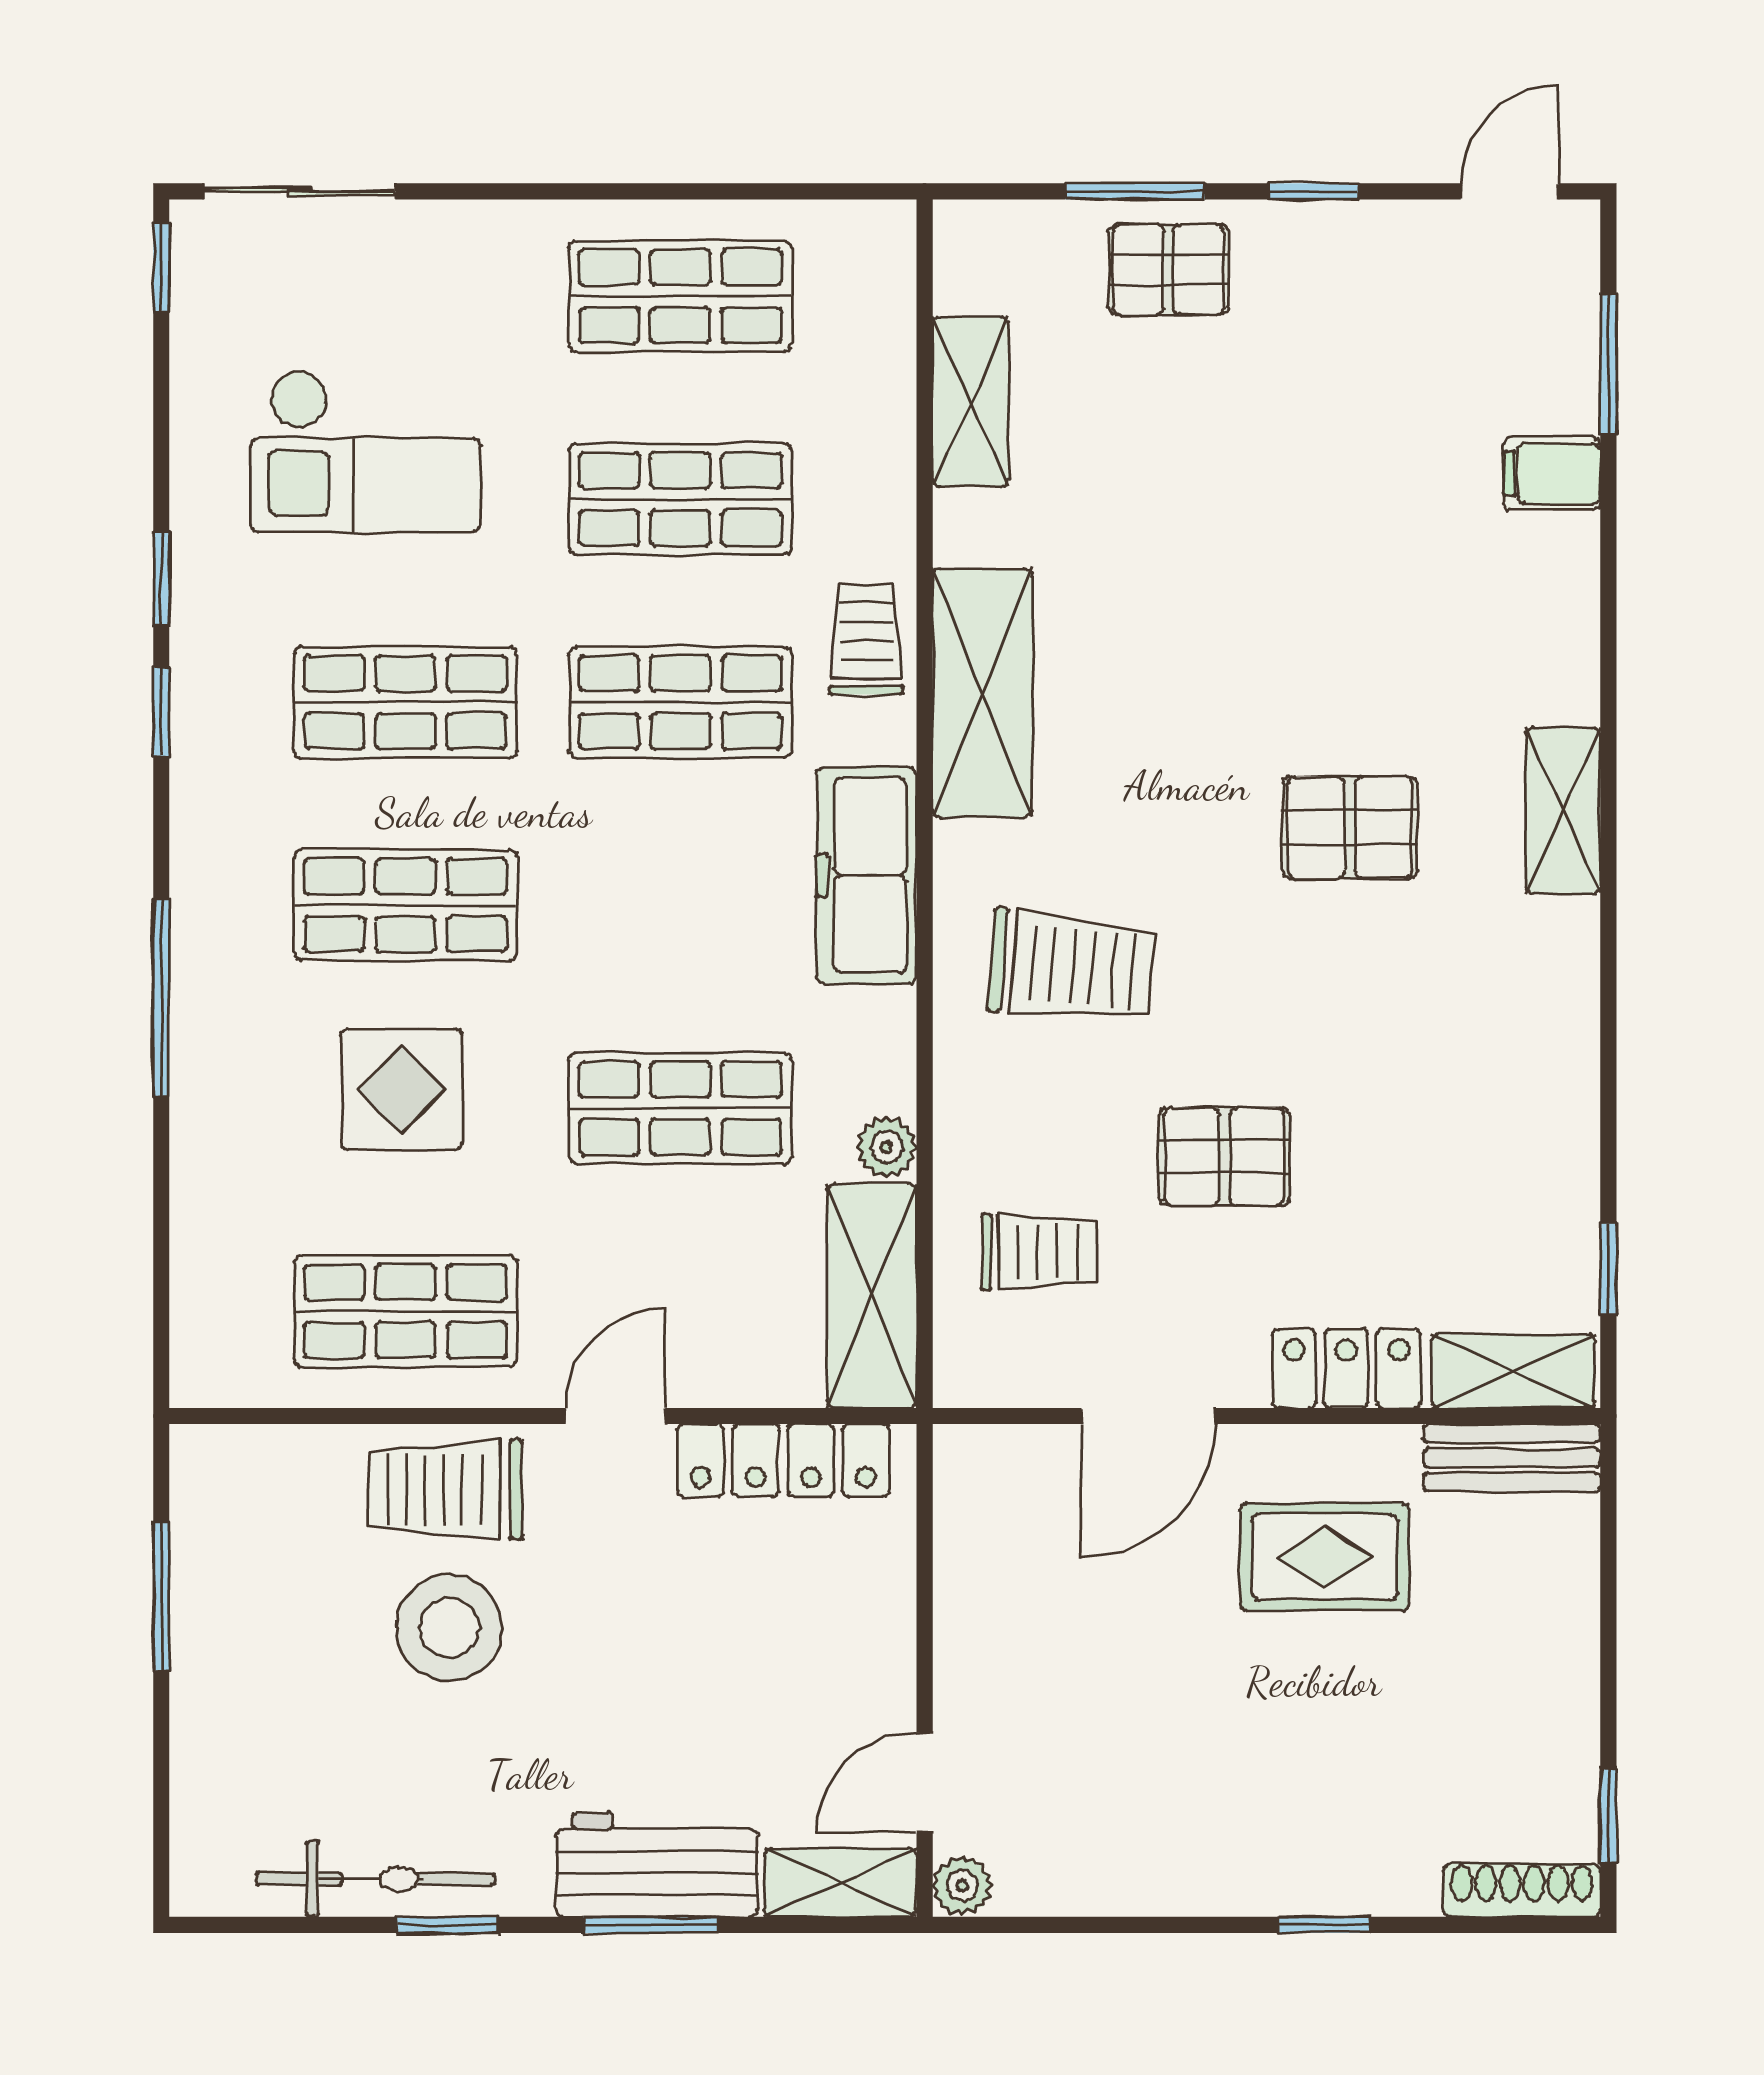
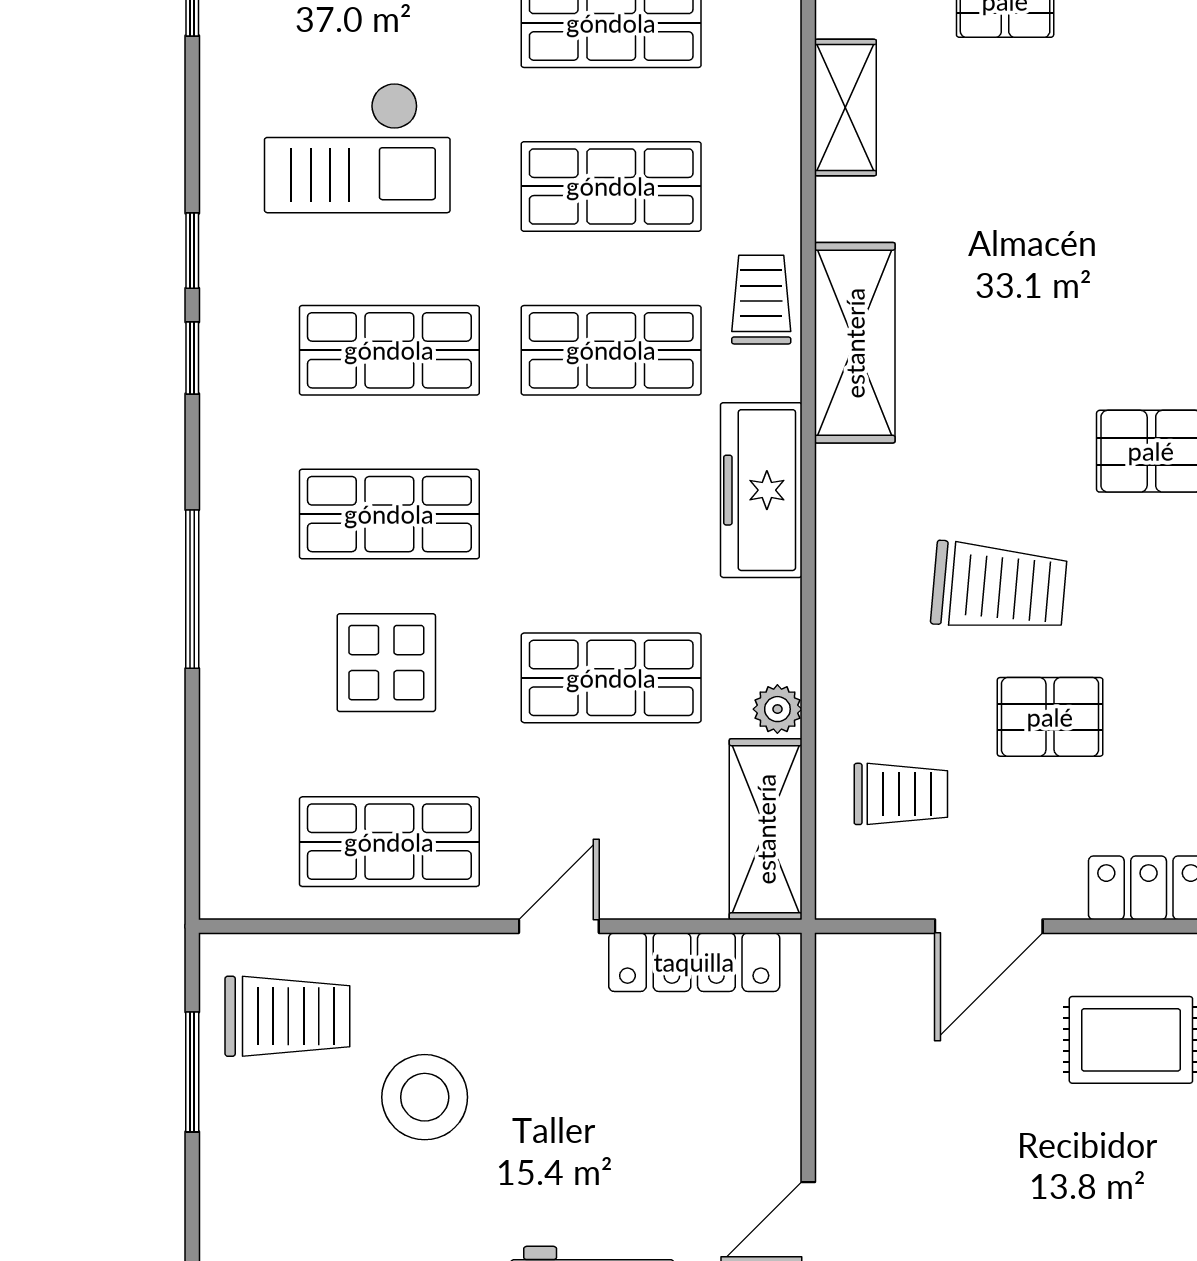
trolley: (1072, 966) -> (999, 587), moved
trolley: (445, 1490) -> (287, 1016), moved, turned 180

